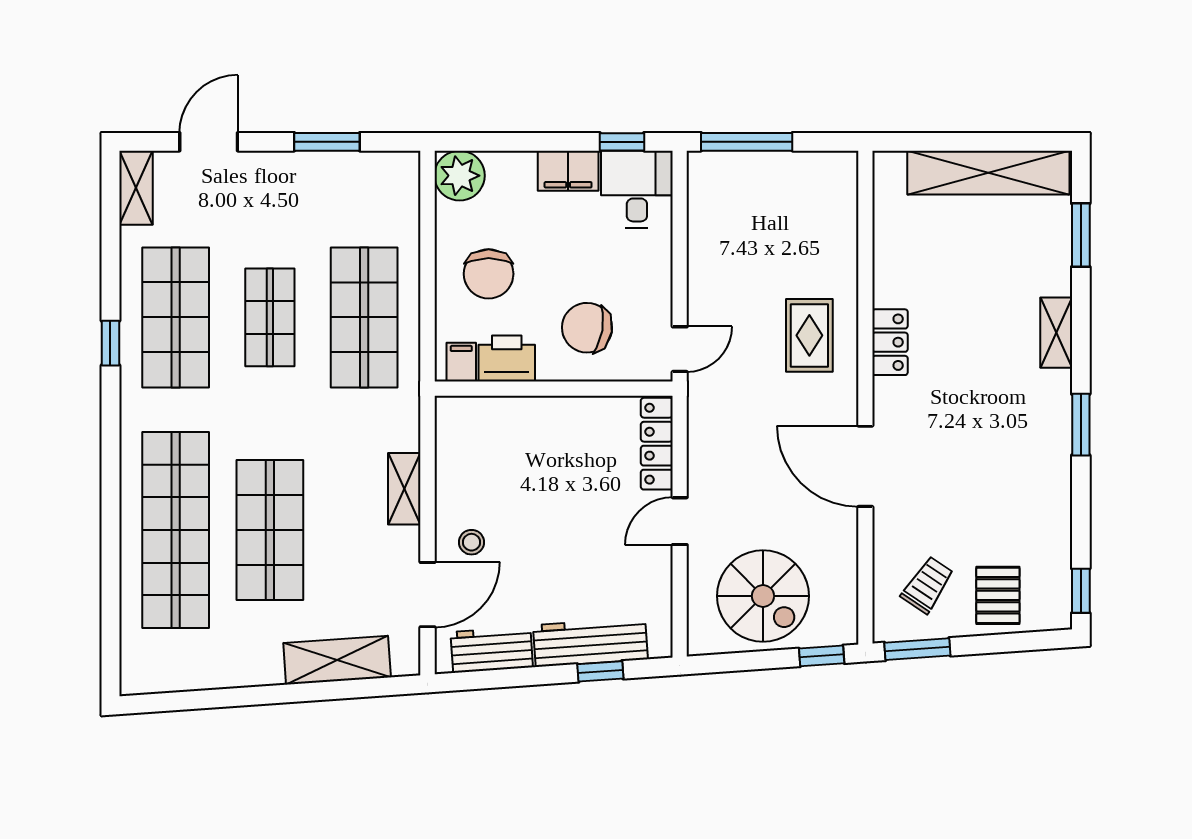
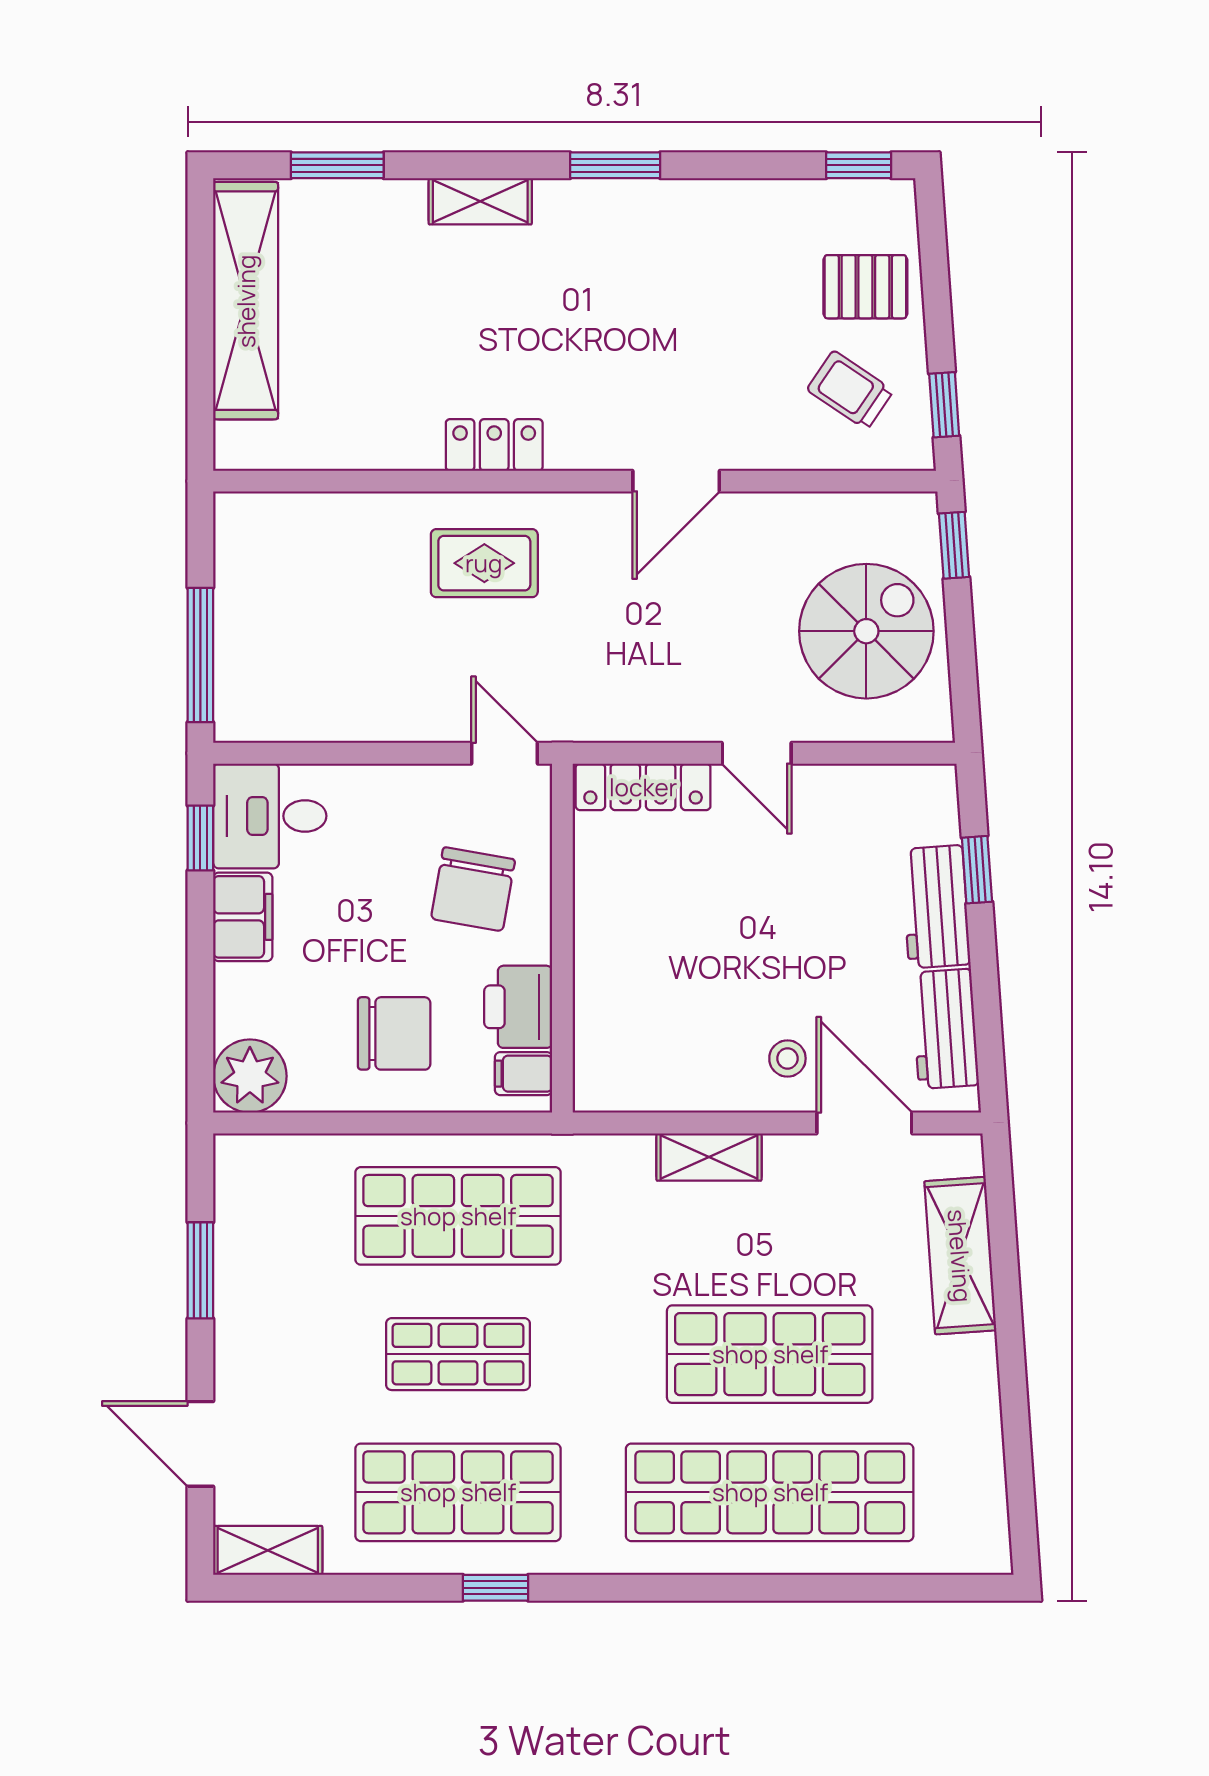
door: (865, 466) -> (676, 481), width x0.73
workbench: (590, 642) -> (936, 907), width x0.73
window: (917, 649) -> (944, 405), width x0.67

